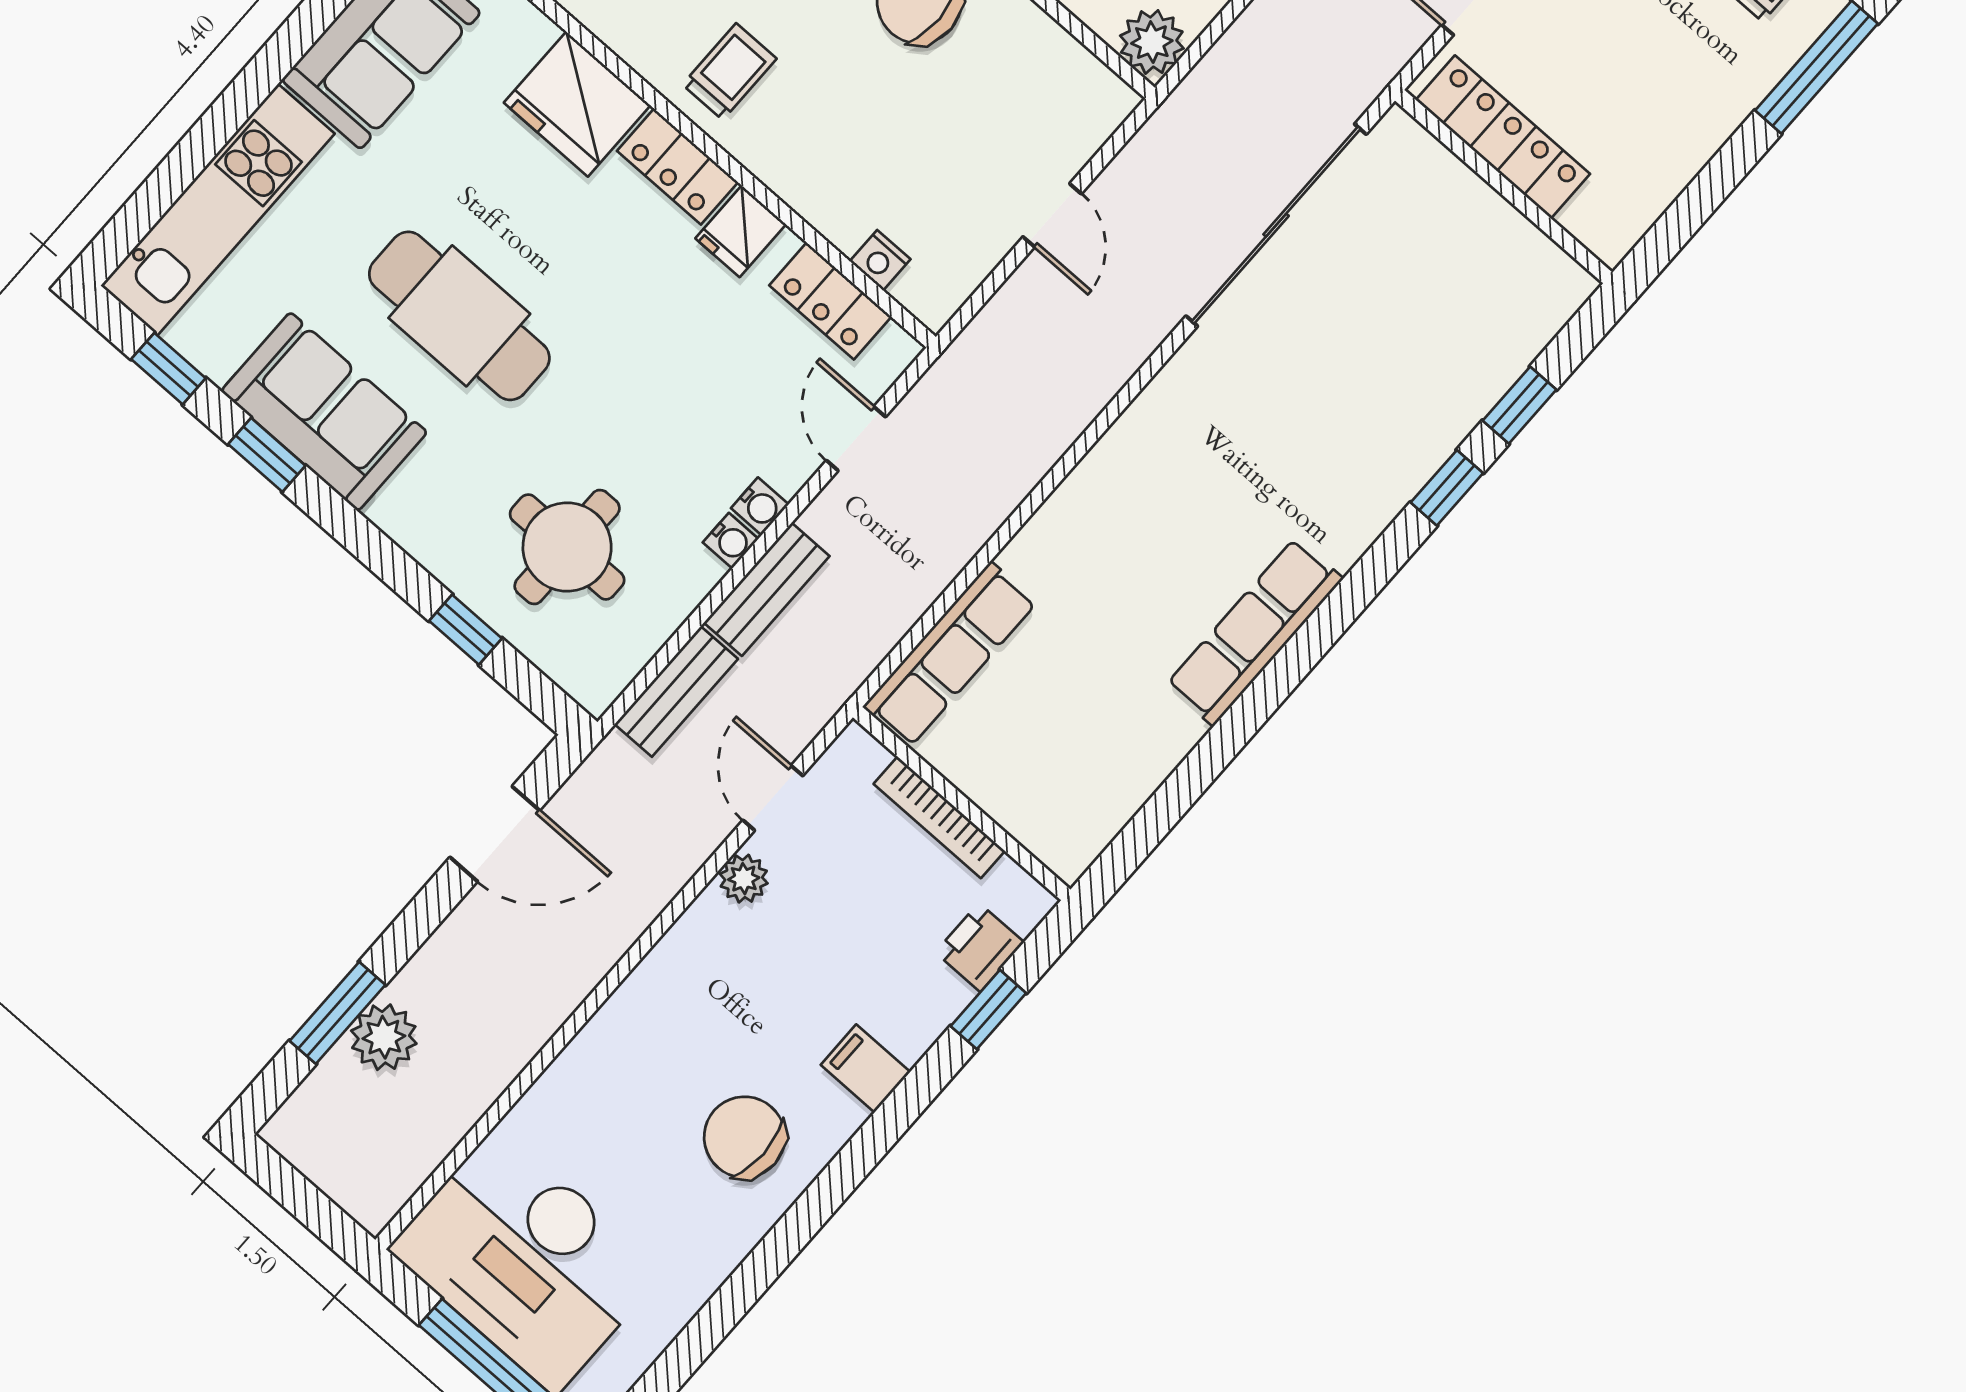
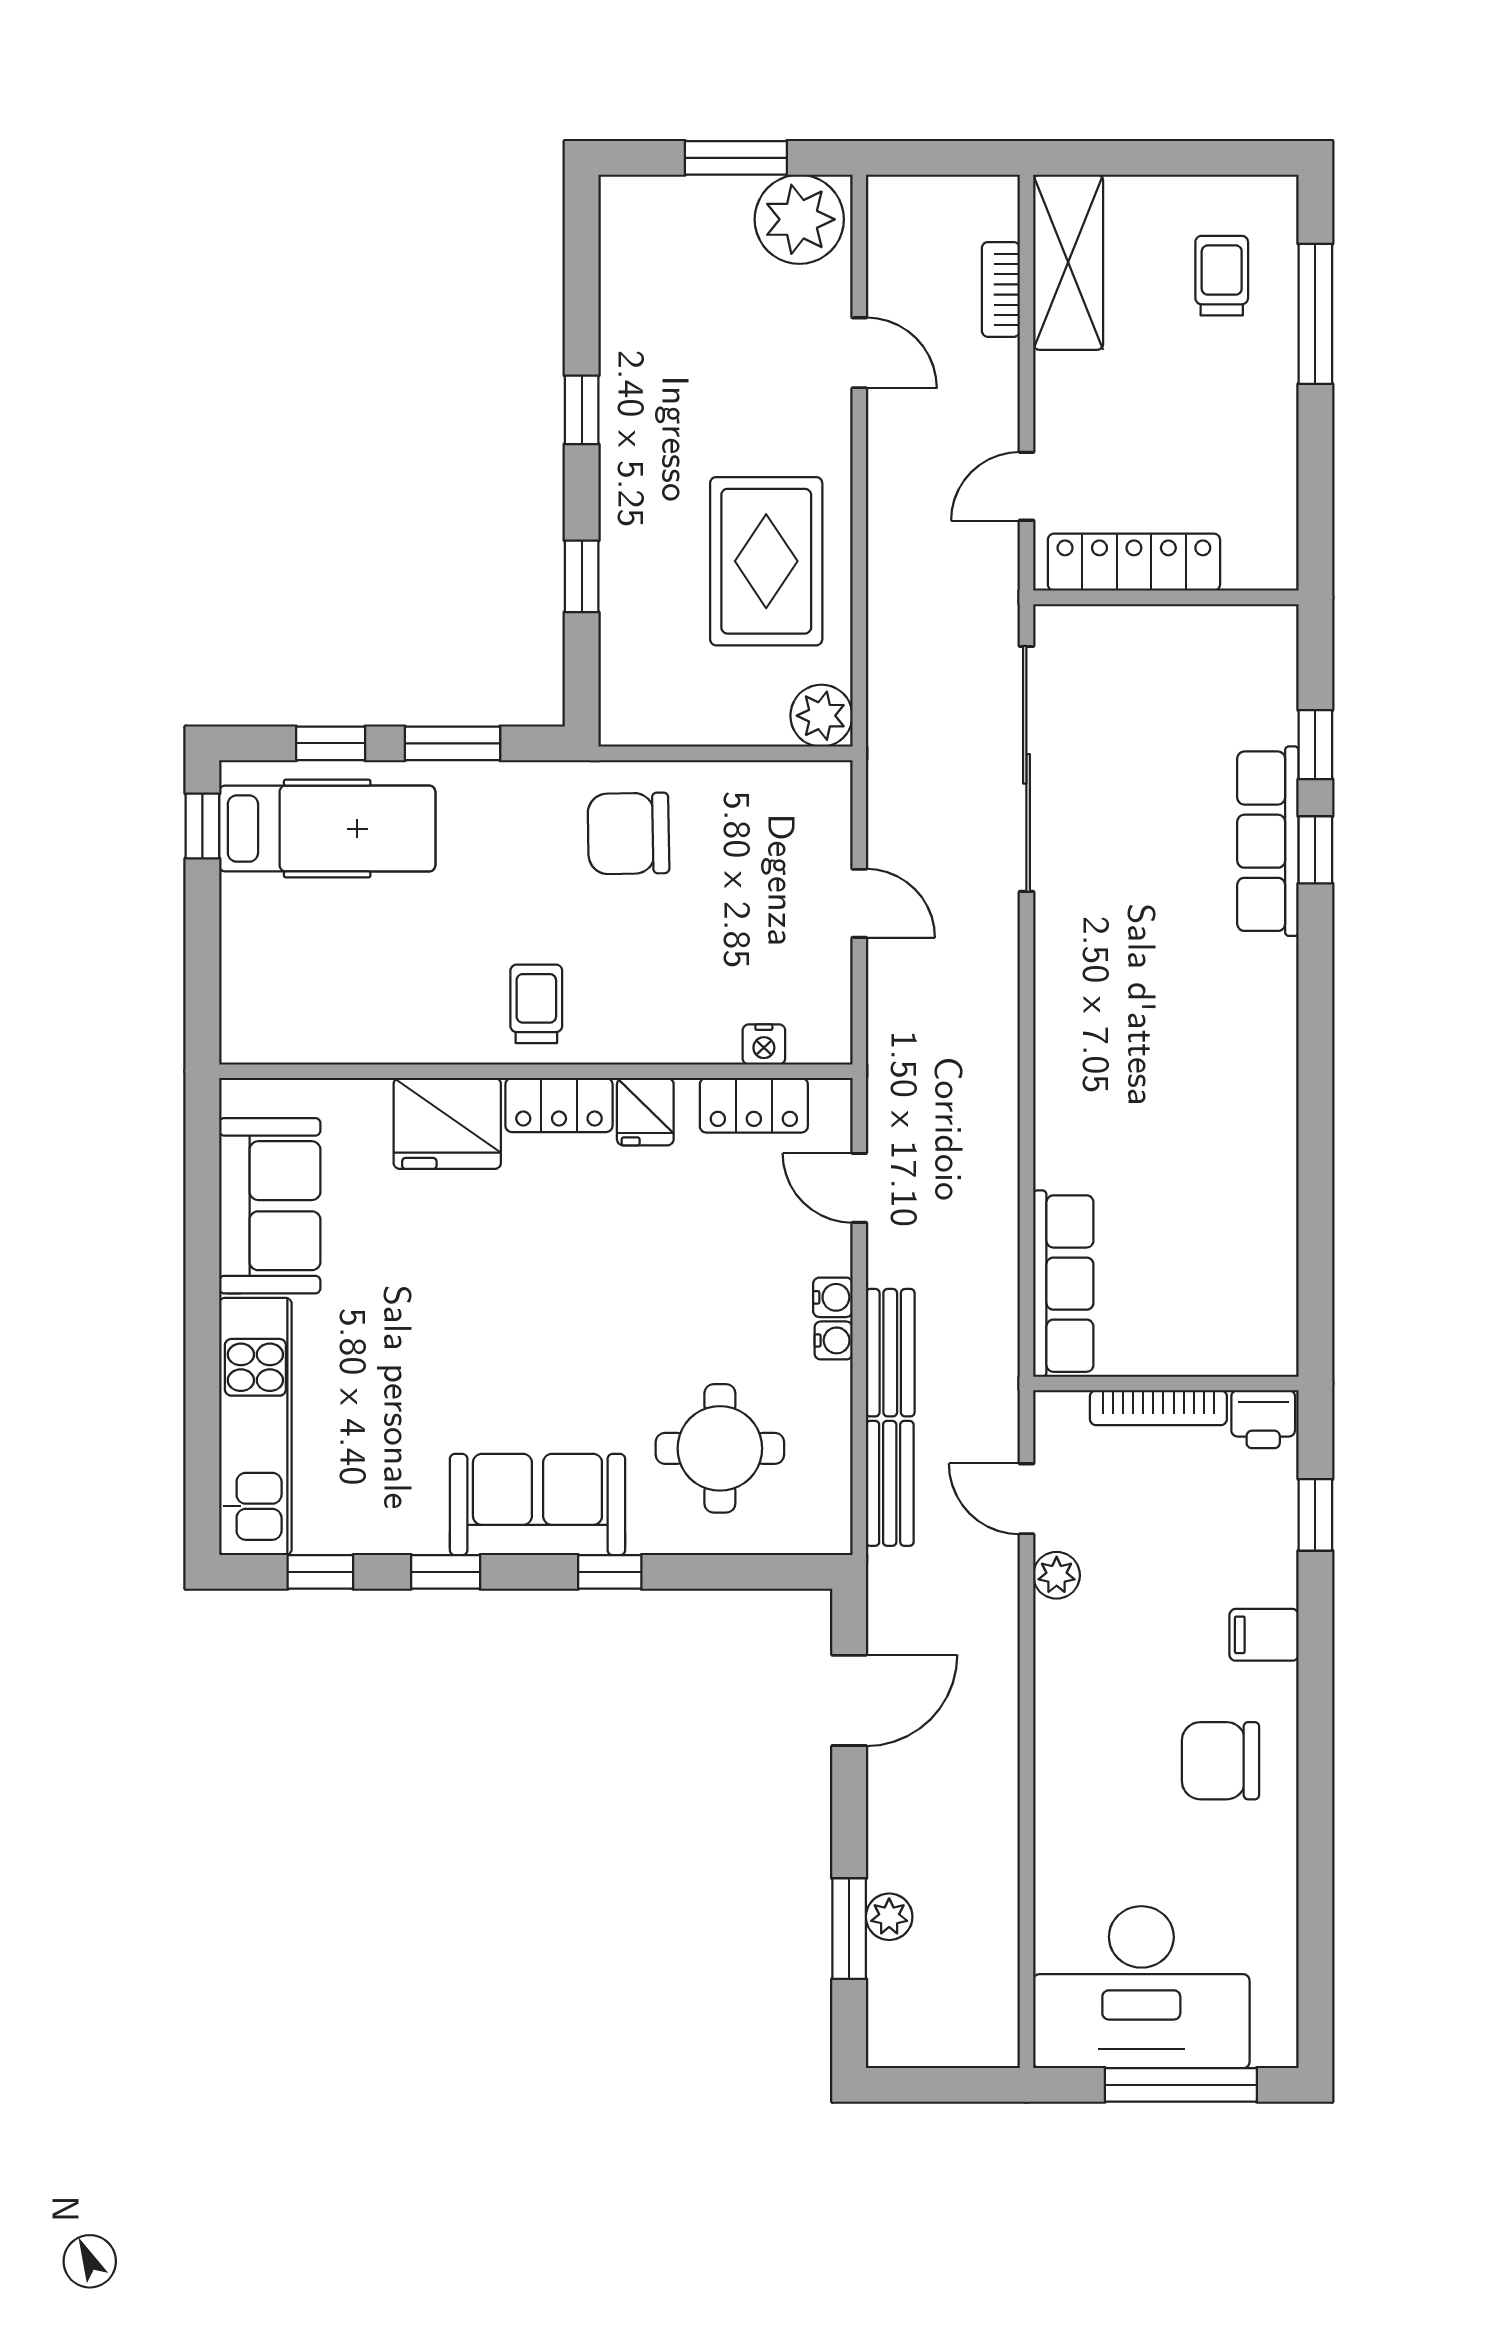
cafe table: (459, 316) -> (496, 1350), removed
sofa: (324, 412) -> (537, 1505), moved
window: (466, 630) -> (610, 1572), moved
row of seats: (1255, 632) -> (1268, 841), moved
printer: (980, 947) -> (1263, 1419), moved, turned -90
plant: (384, 1037) -> (889, 1917), width x0.73, depth x0.73

